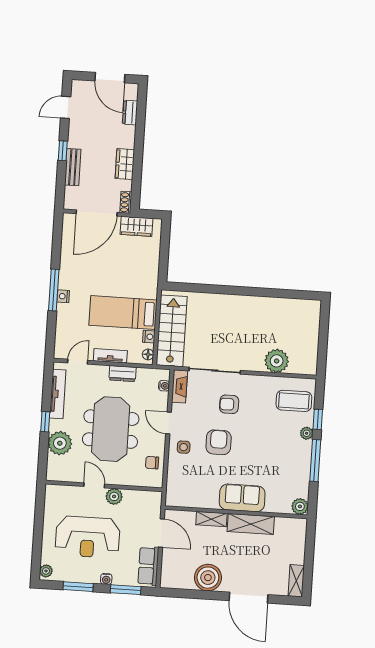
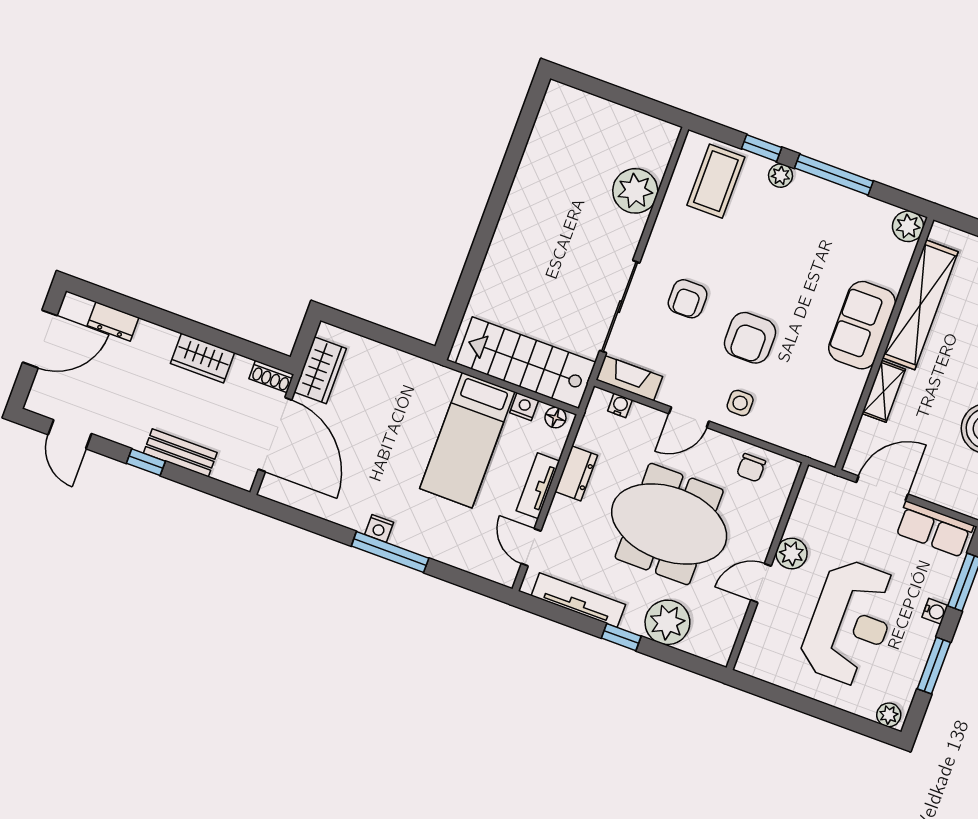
nightstand: (63, 296) -> (379, 528), moved
armchair: (219, 442) -> (750, 338), turned -90
shelving: (251, 524) -> (920, 305), width x1.47

